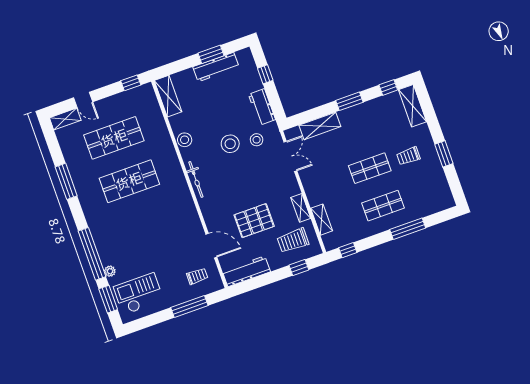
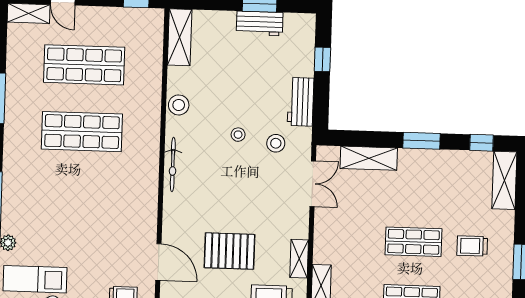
workbench: (216, 67) -> (260, 23), width x0.73
stool: (230, 144) -> (238, 135), width x0.53, depth x0.53

